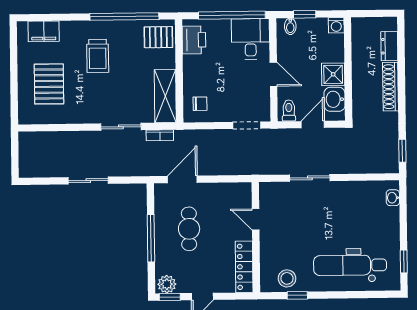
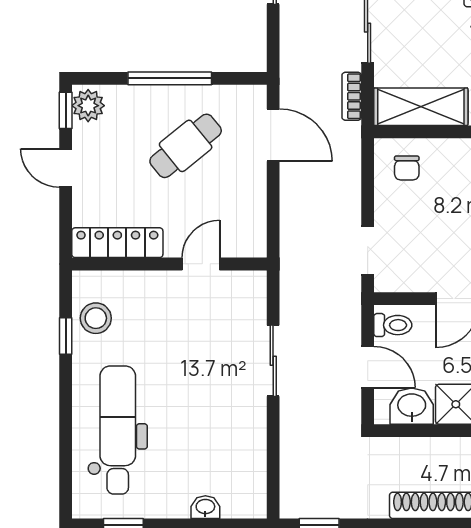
washbasin: (393, 198) -> (205, 507), moved
cafe table: (189, 229) -> (186, 146), turned -39

